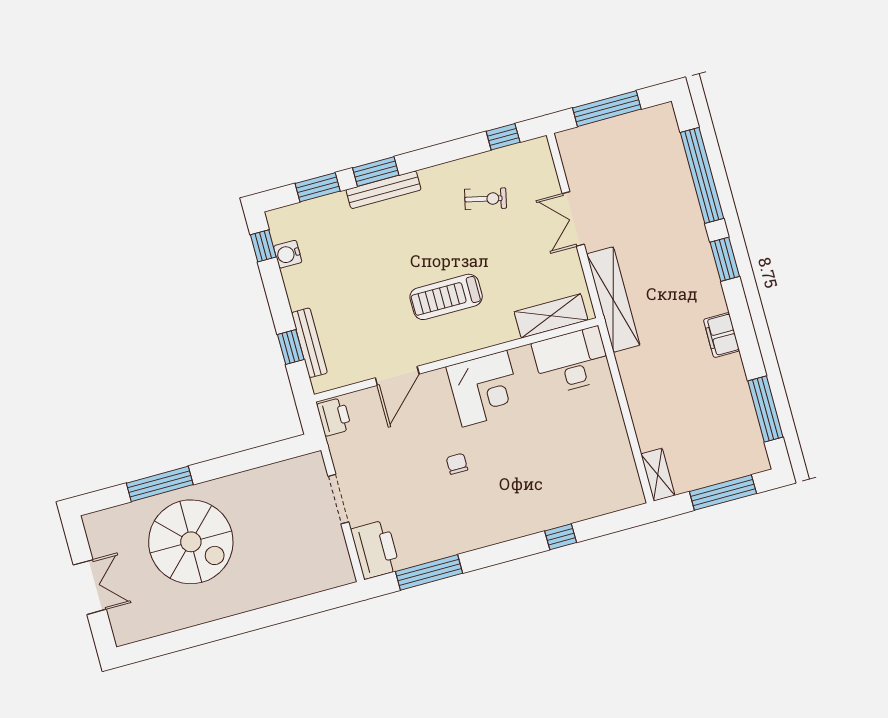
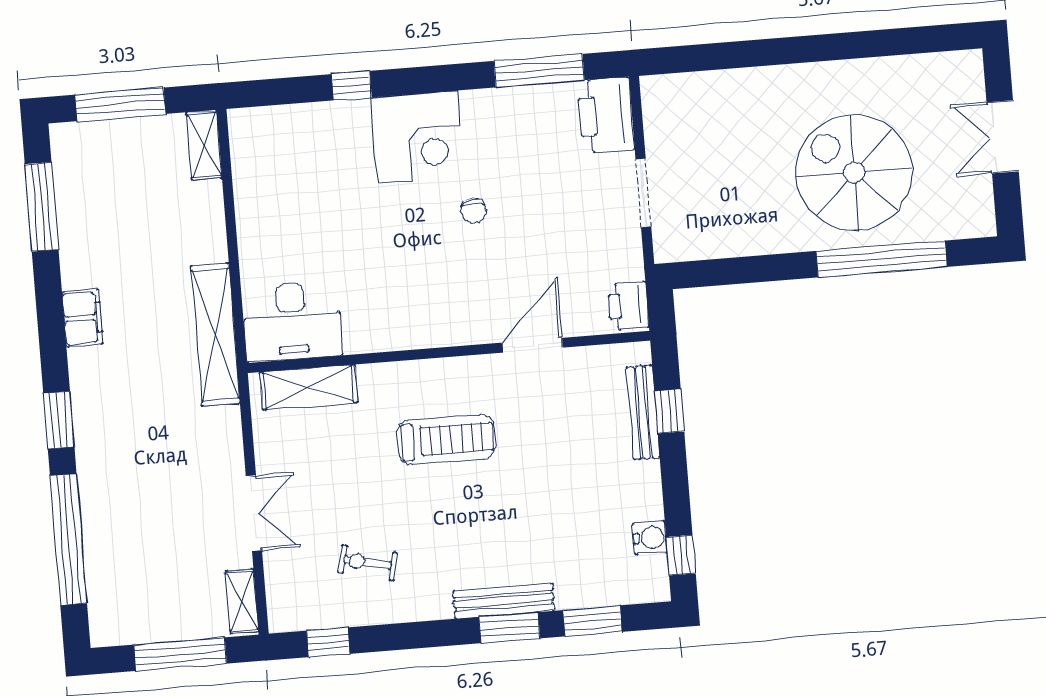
shelving: (570, 155) -> (242, 601), added
shelving: (613, 300) -> (215, 335), moved
corner desk: (485, 389) -> (418, 137), moved, turned 180
window: (160, 484) -> (882, 259), width x1.46

